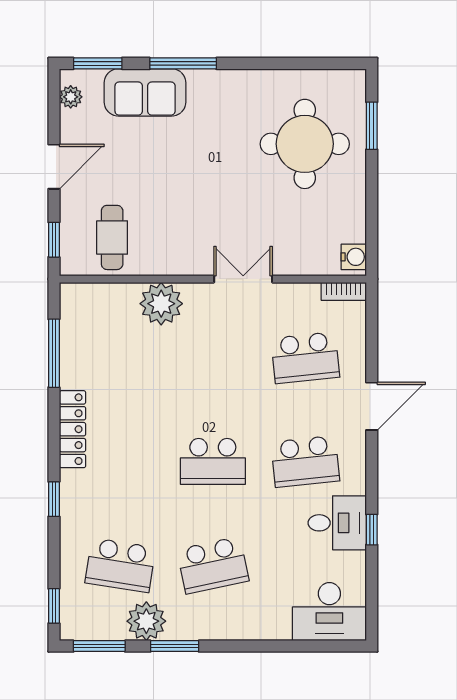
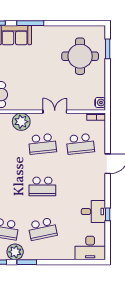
school desk: (305, 461) -> (42, 144), moved

